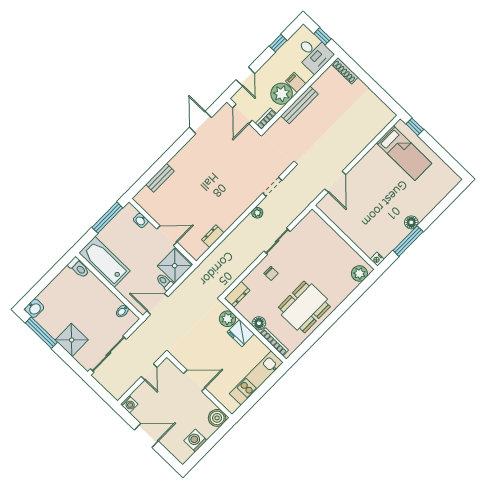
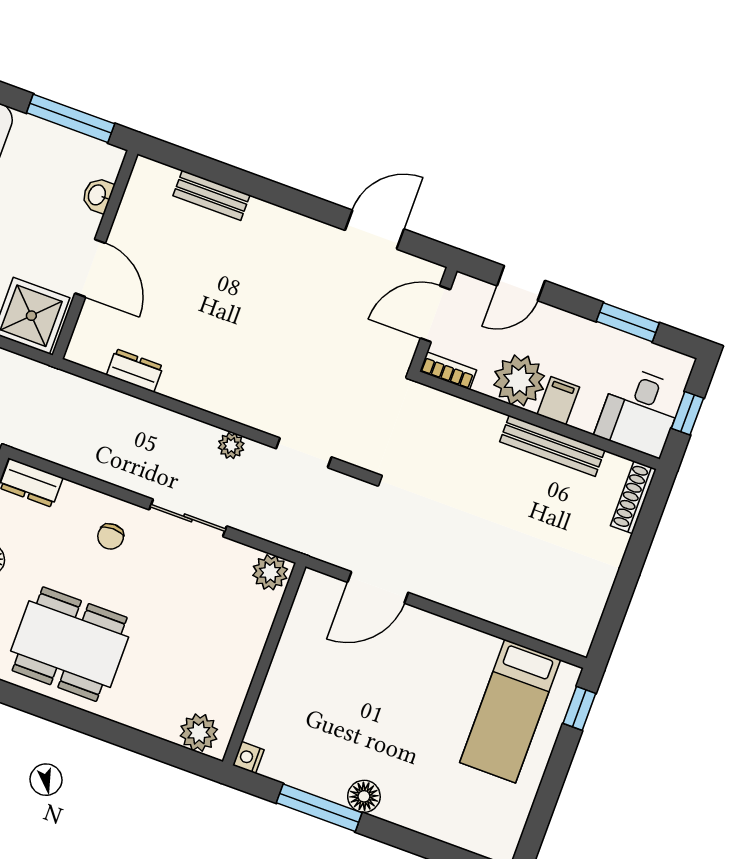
window: (278, 43) -> (628, 322), width x1.50
bench: (300, 105) -> (552, 446), moved
plant: (311, 220) -> (270, 572), added

